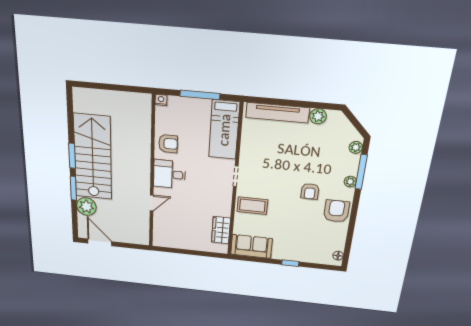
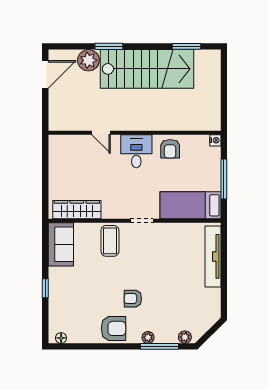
plant: (318, 116) -> (213, 296), removed
window: (72, 156) -> (186, 46), moved
wardrobe: (221, 230) -> (77, 210), width x1.50

